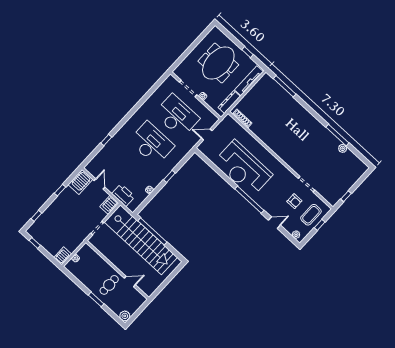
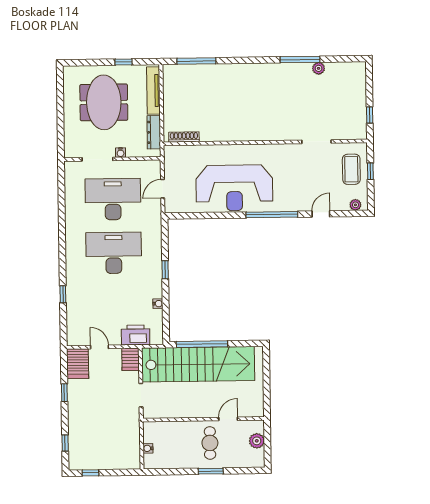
armchair: (294, 201) -> (321, 171), removed
server rack: (63, 256) -> (132, 459), removed
plant: (125, 316) -> (257, 441), moved

